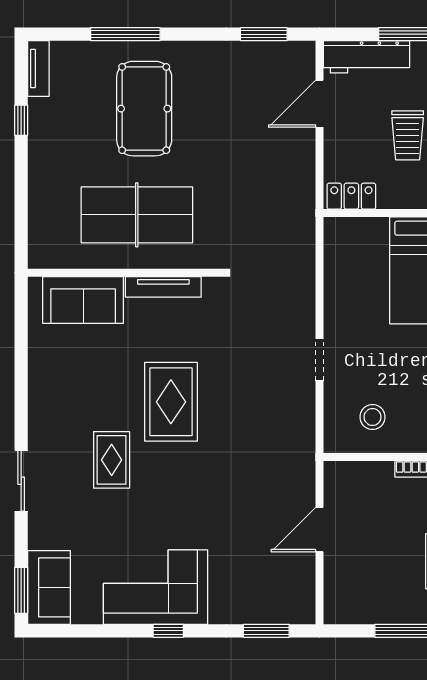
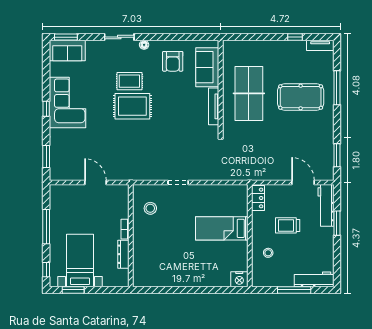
armchair: (71, 371) -> (173, 61), added
rug: (171, 402) -> (132, 106), moved
floor lamp: (37, 430) -> (144, 45), added

